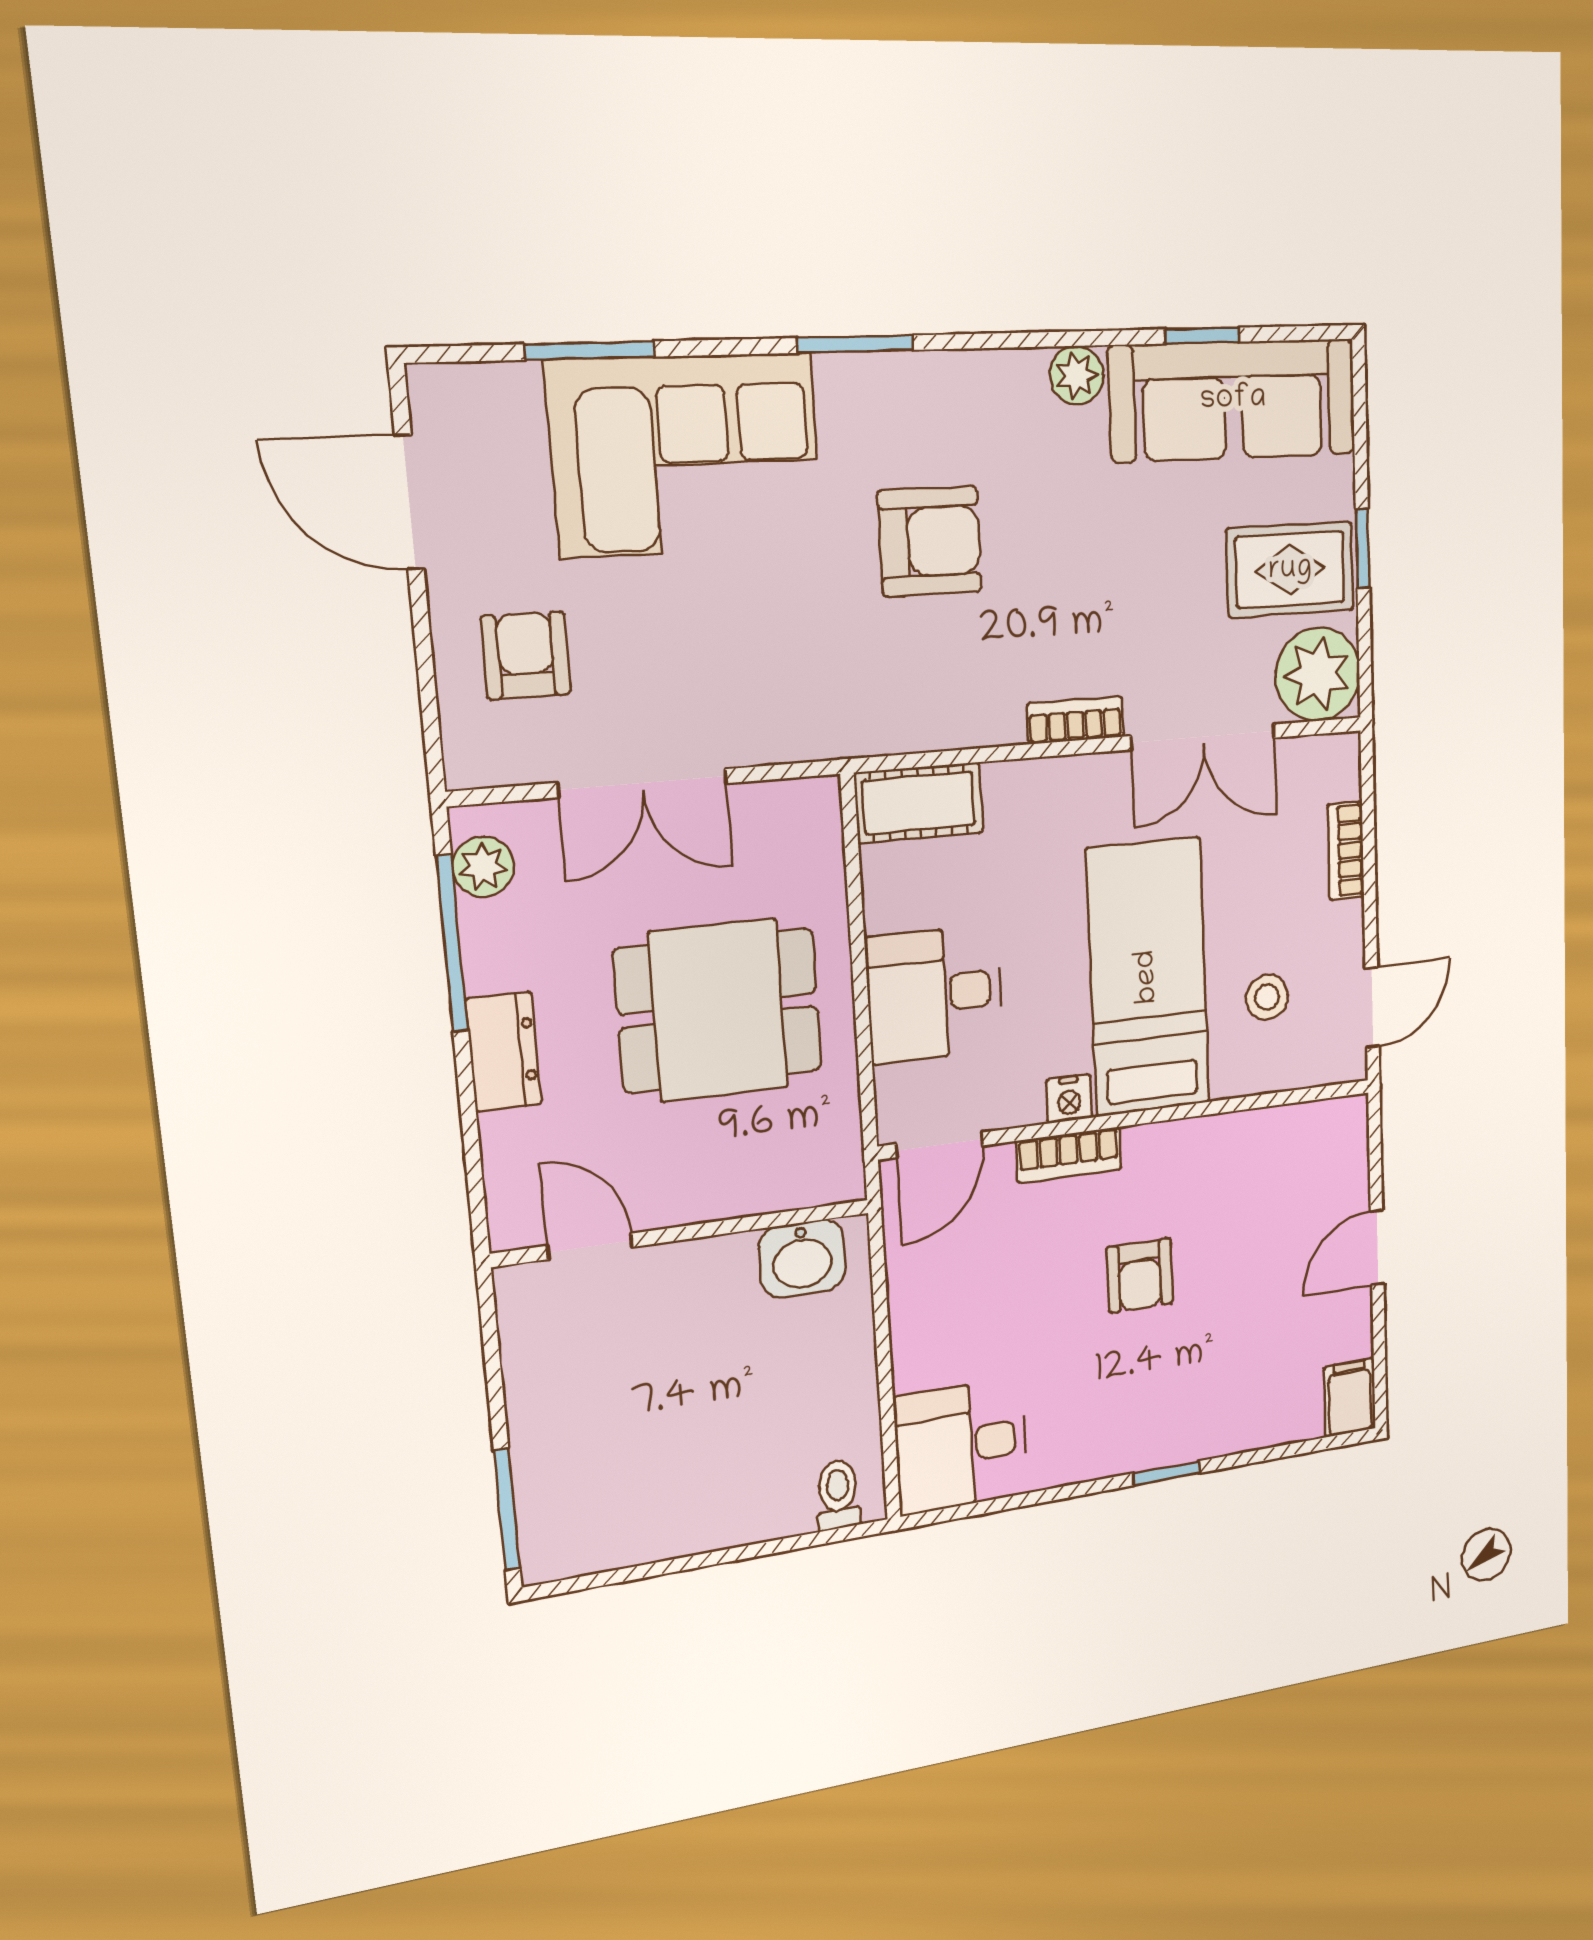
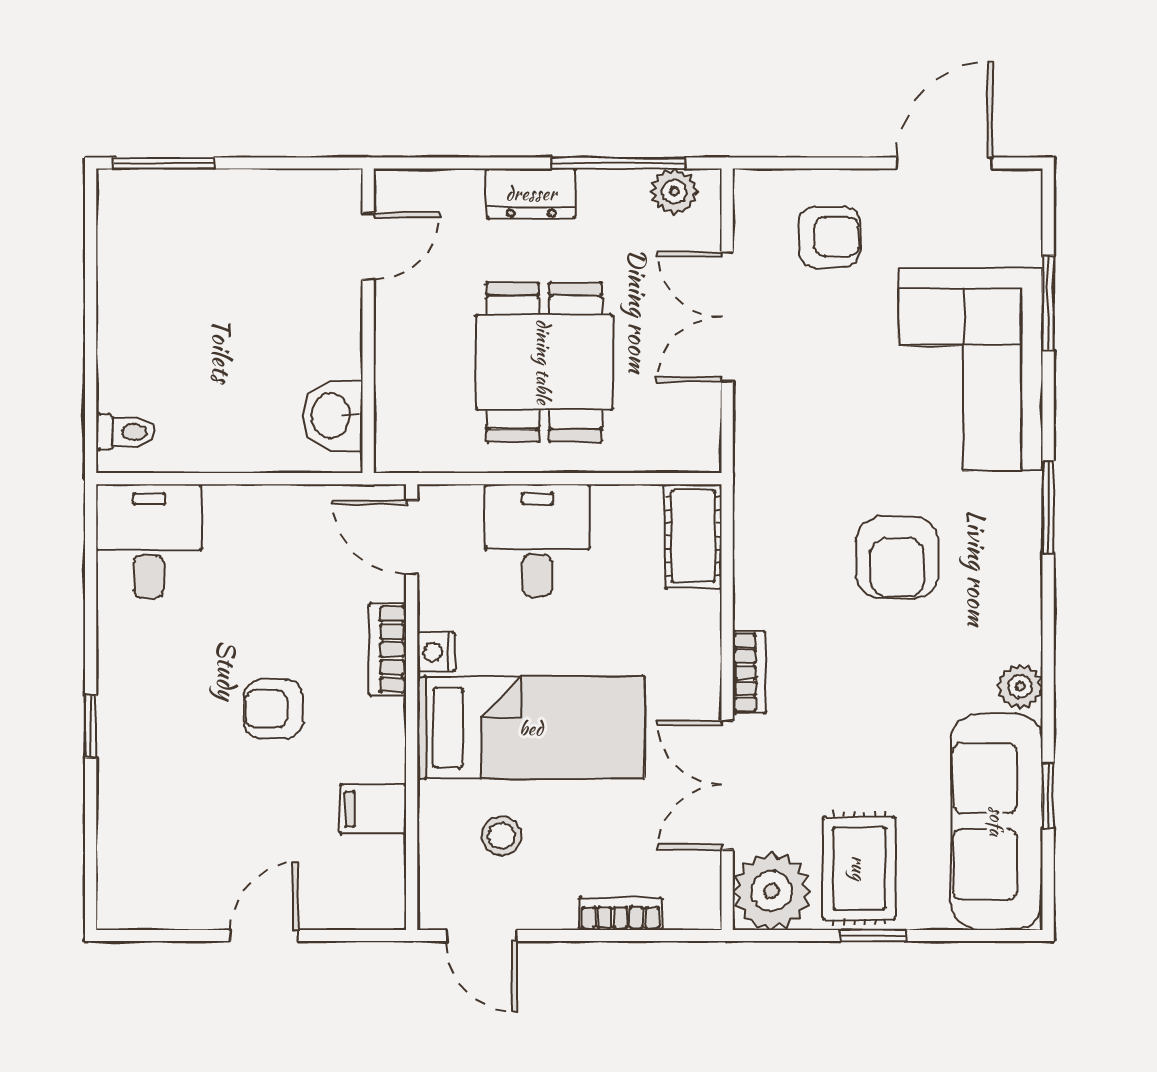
door: (1377, 1248) -> (264, 936), hinge flipped
filing cabinet: (1350, 1398) -> (373, 809), moved, turned 180

